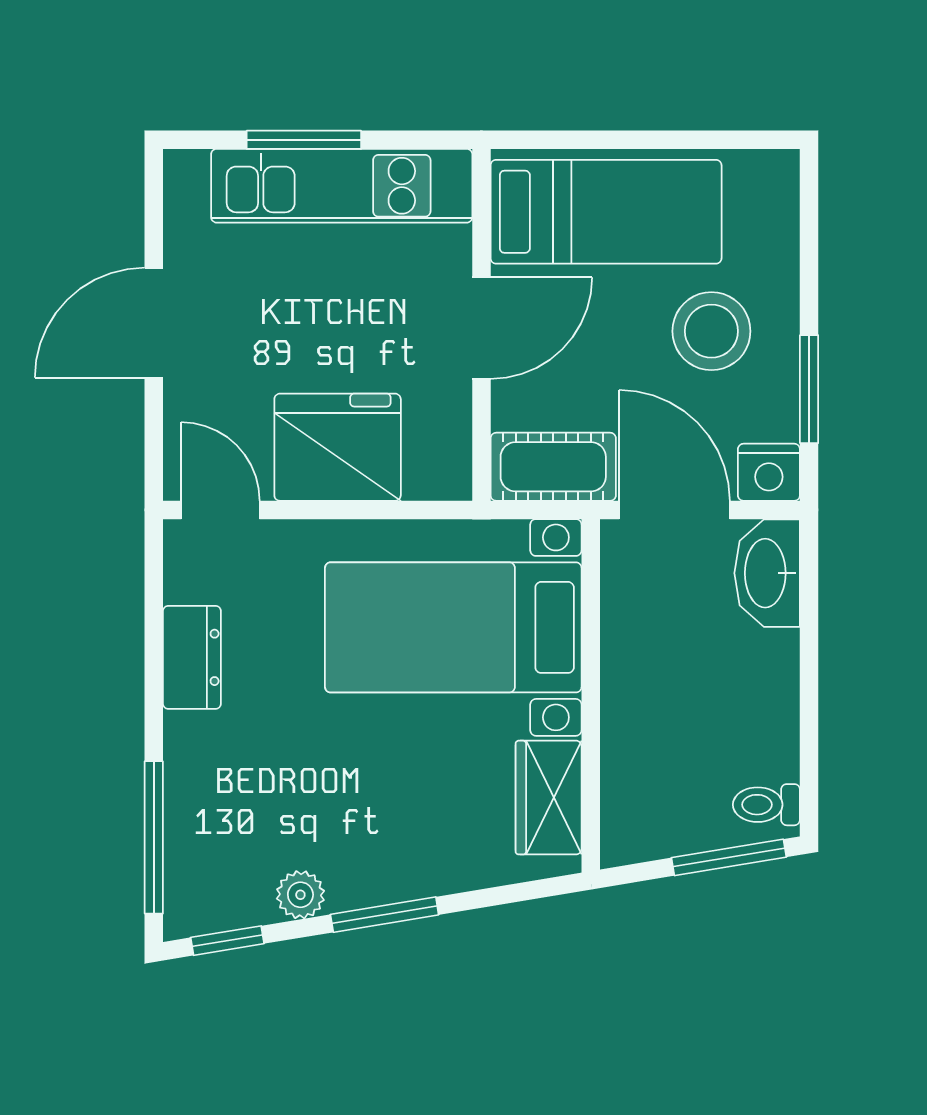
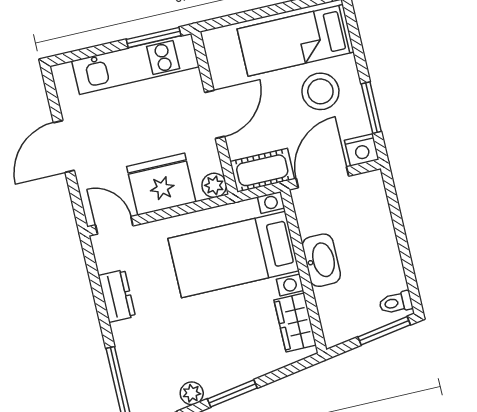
window: (304, 140) -> (154, 38), moved
bed: (606, 212) -> (296, 40), moved, turned 180
plant: (446, 475) -> (214, 185), added
door: (674, 510) -> (322, 177), hinge flipped
washbasin: (767, 573) -> (321, 260), moved, turned 180

